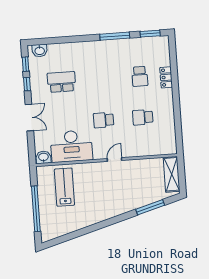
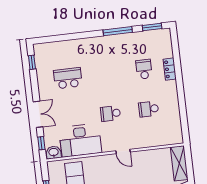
washbasin: (40, 51) -> (45, 48), removed
school desk: (140, 76) -> (144, 69), turned 180
window: (27, 84) -> (41, 143), moved
door: (115, 160) -> (123, 151), swing flipped

